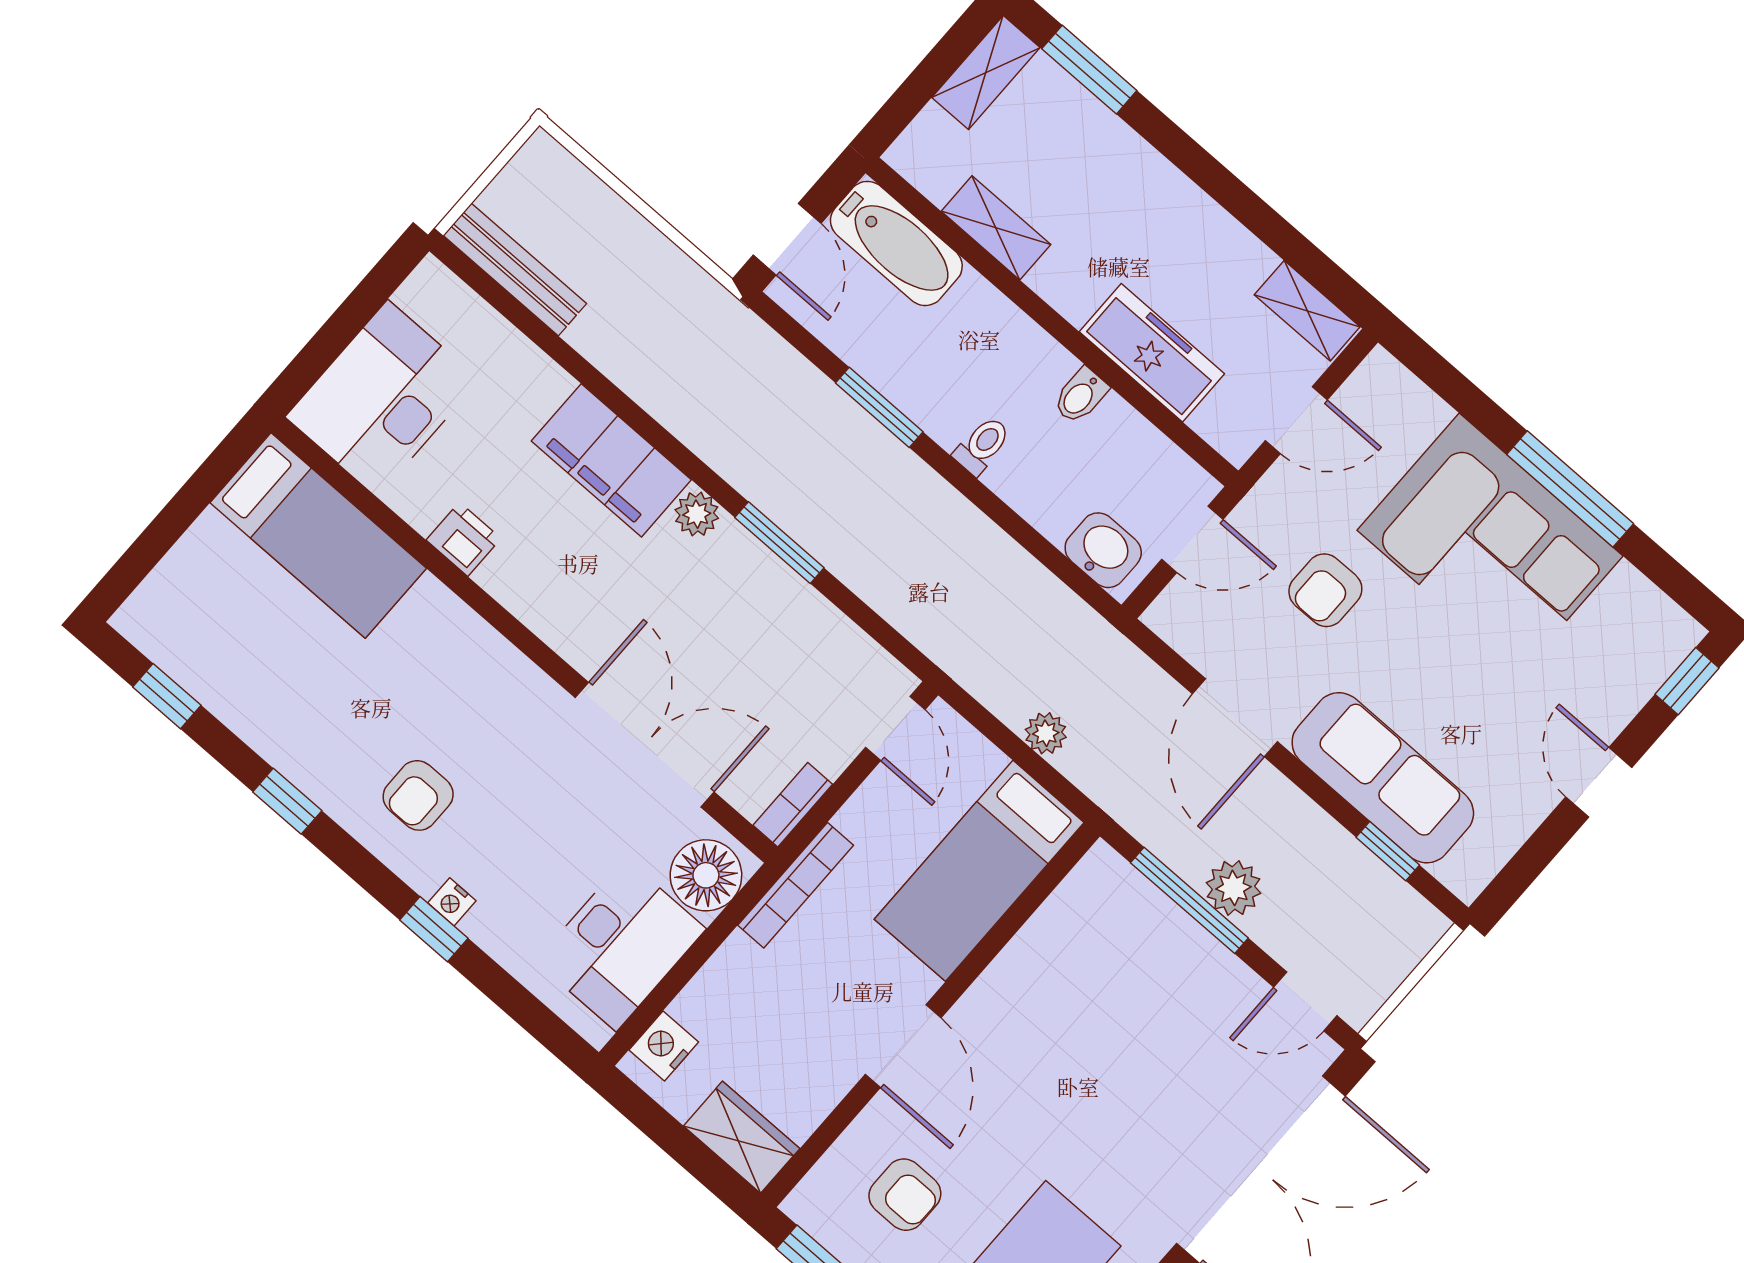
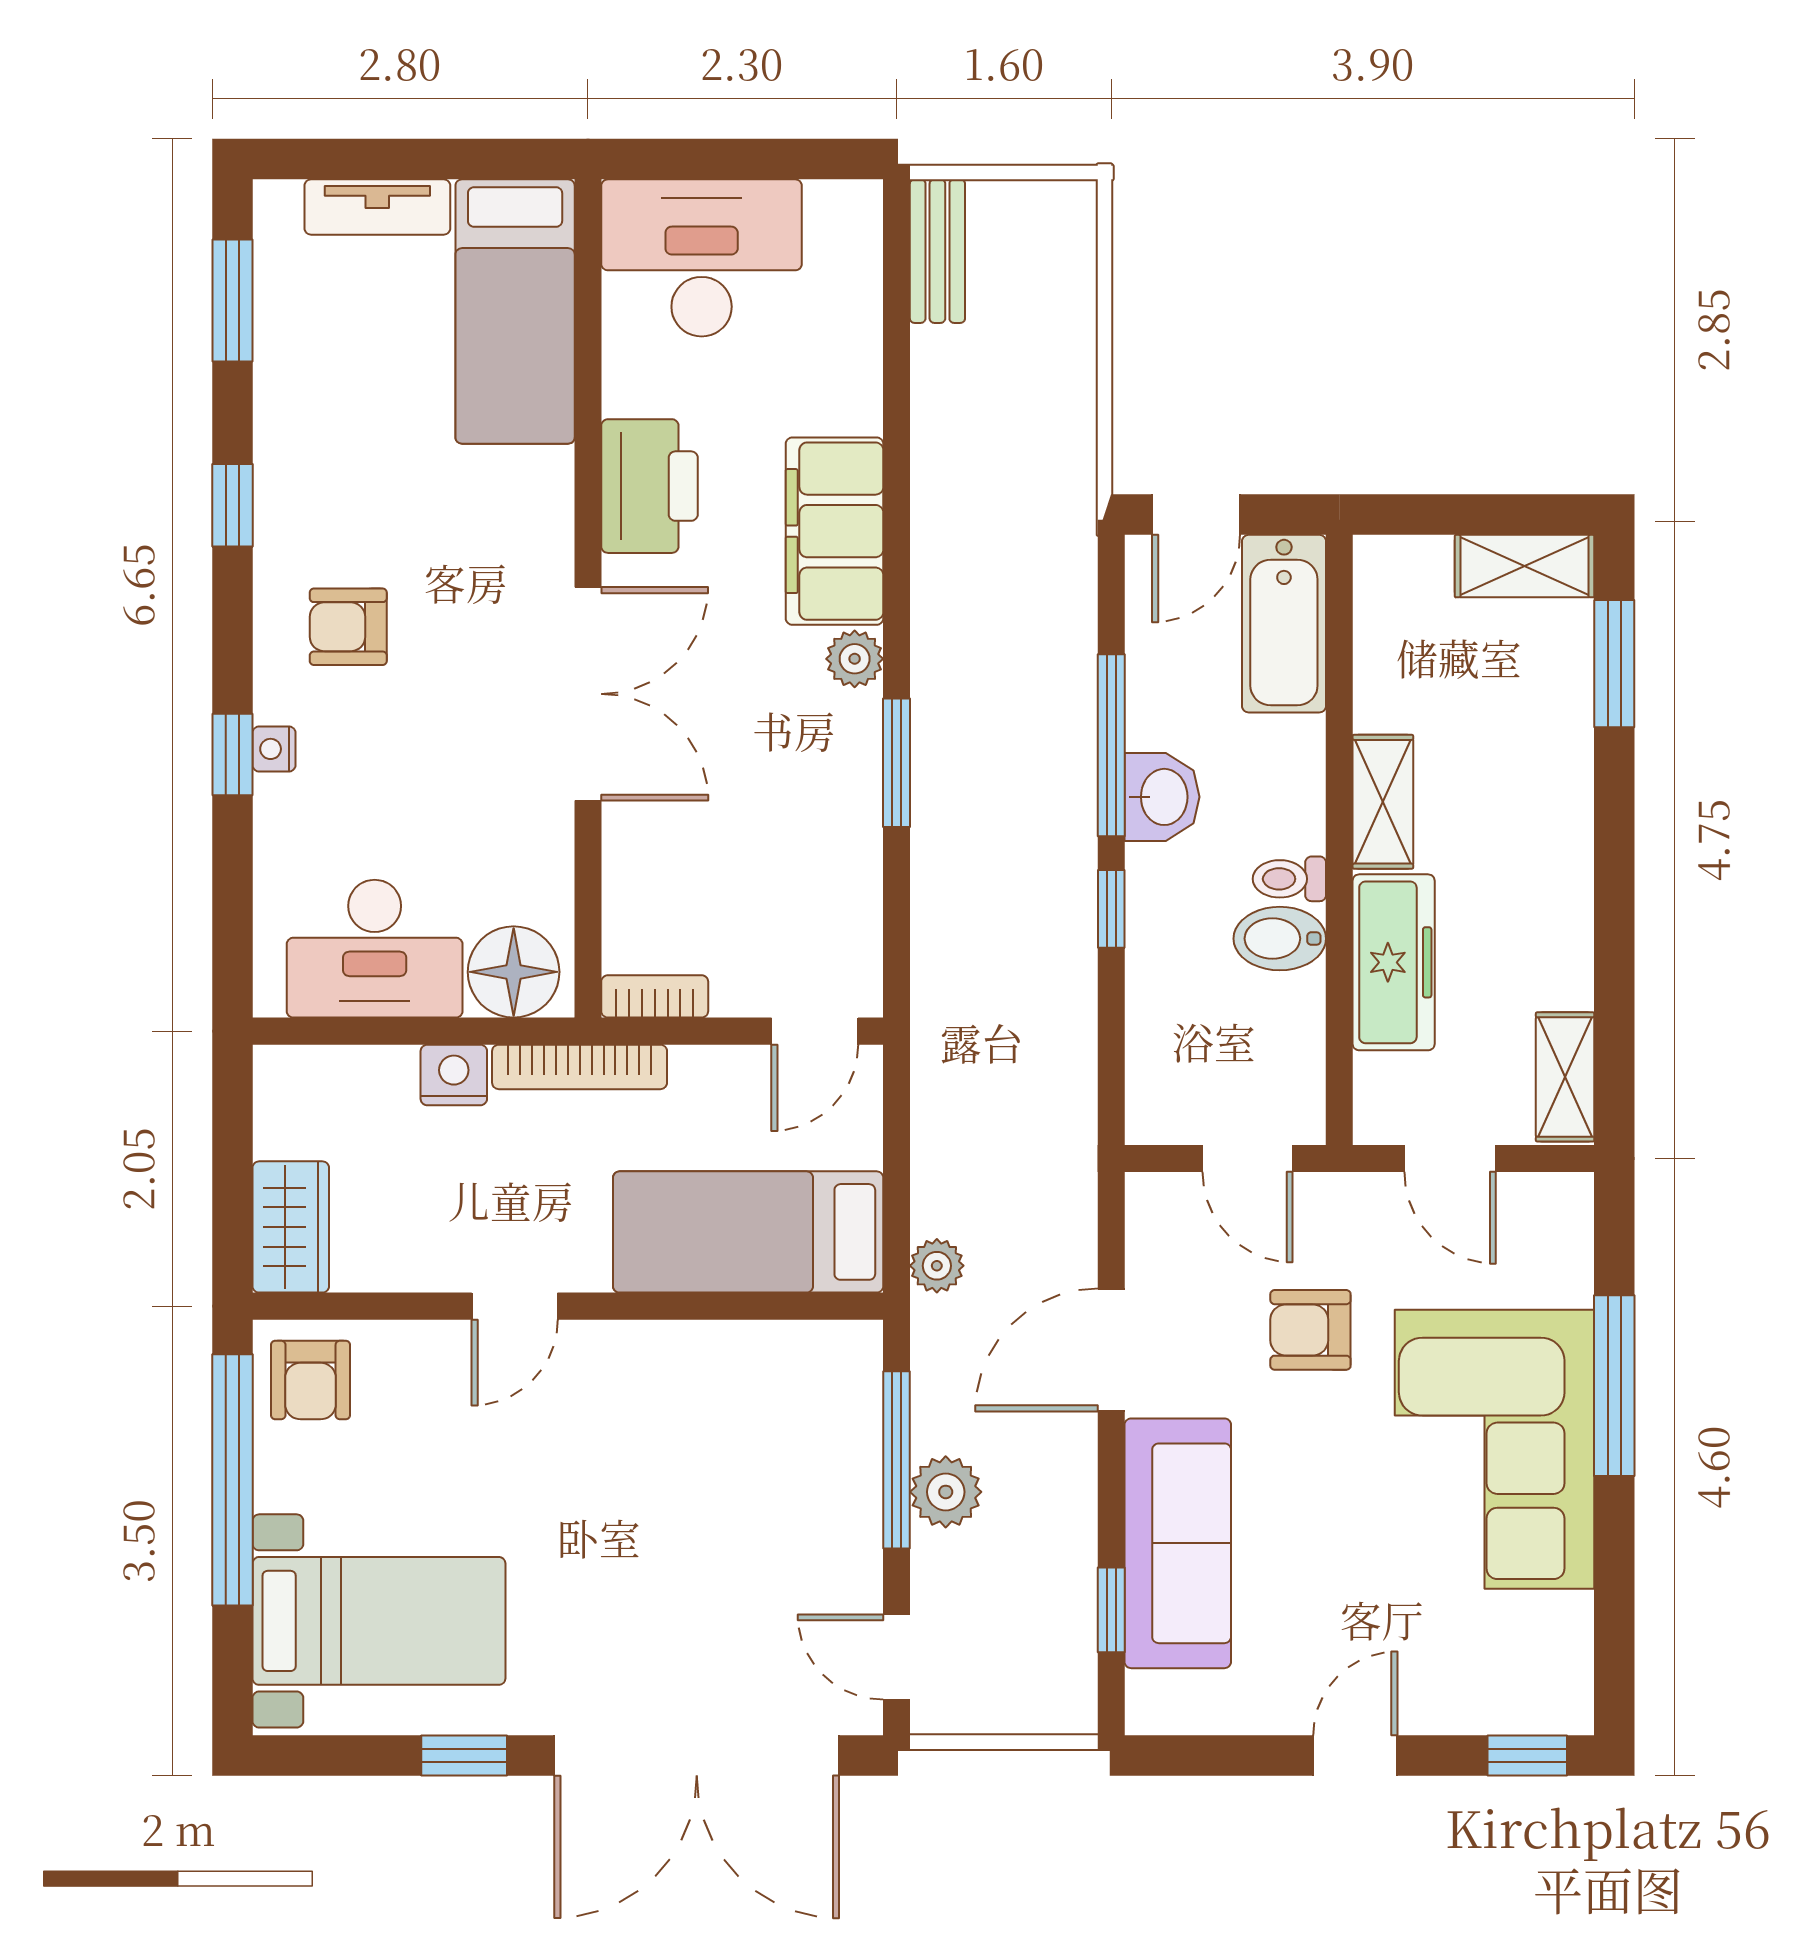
shelving: (996, 228) -> (1383, 802), moved
bench: (515, 270) -> (937, 251), width x0.73
bidet: (1080, 396) -> (1280, 939), width x1.38, depth x1.36
window: (879, 407) -> (1111, 745), width x1.44
toilet: (982, 445) -> (1289, 879), moved, turned 180
window: (1570, 489) -> (1614, 1386), moved
window: (975, 491) -> (1111, 909), added
printer: (464, 539) -> (650, 486), width x1.87, depth x1.48
washbasin: (1103, 550) -> (1162, 797), moved
tv unit: (186, 563) -> (377, 207), added
window: (167, 696) -> (232, 301), width x1.50
plant: (1046, 733) -> (937, 1266), moved
double door: (645, 745) -> (588, 694), moved
nightstand: (664, 1046) -> (454, 1075), moved
door: (903, 1046) -> (515, 1306), width x0.73
armchair: (905, 1195) -> (311, 1380), moved

